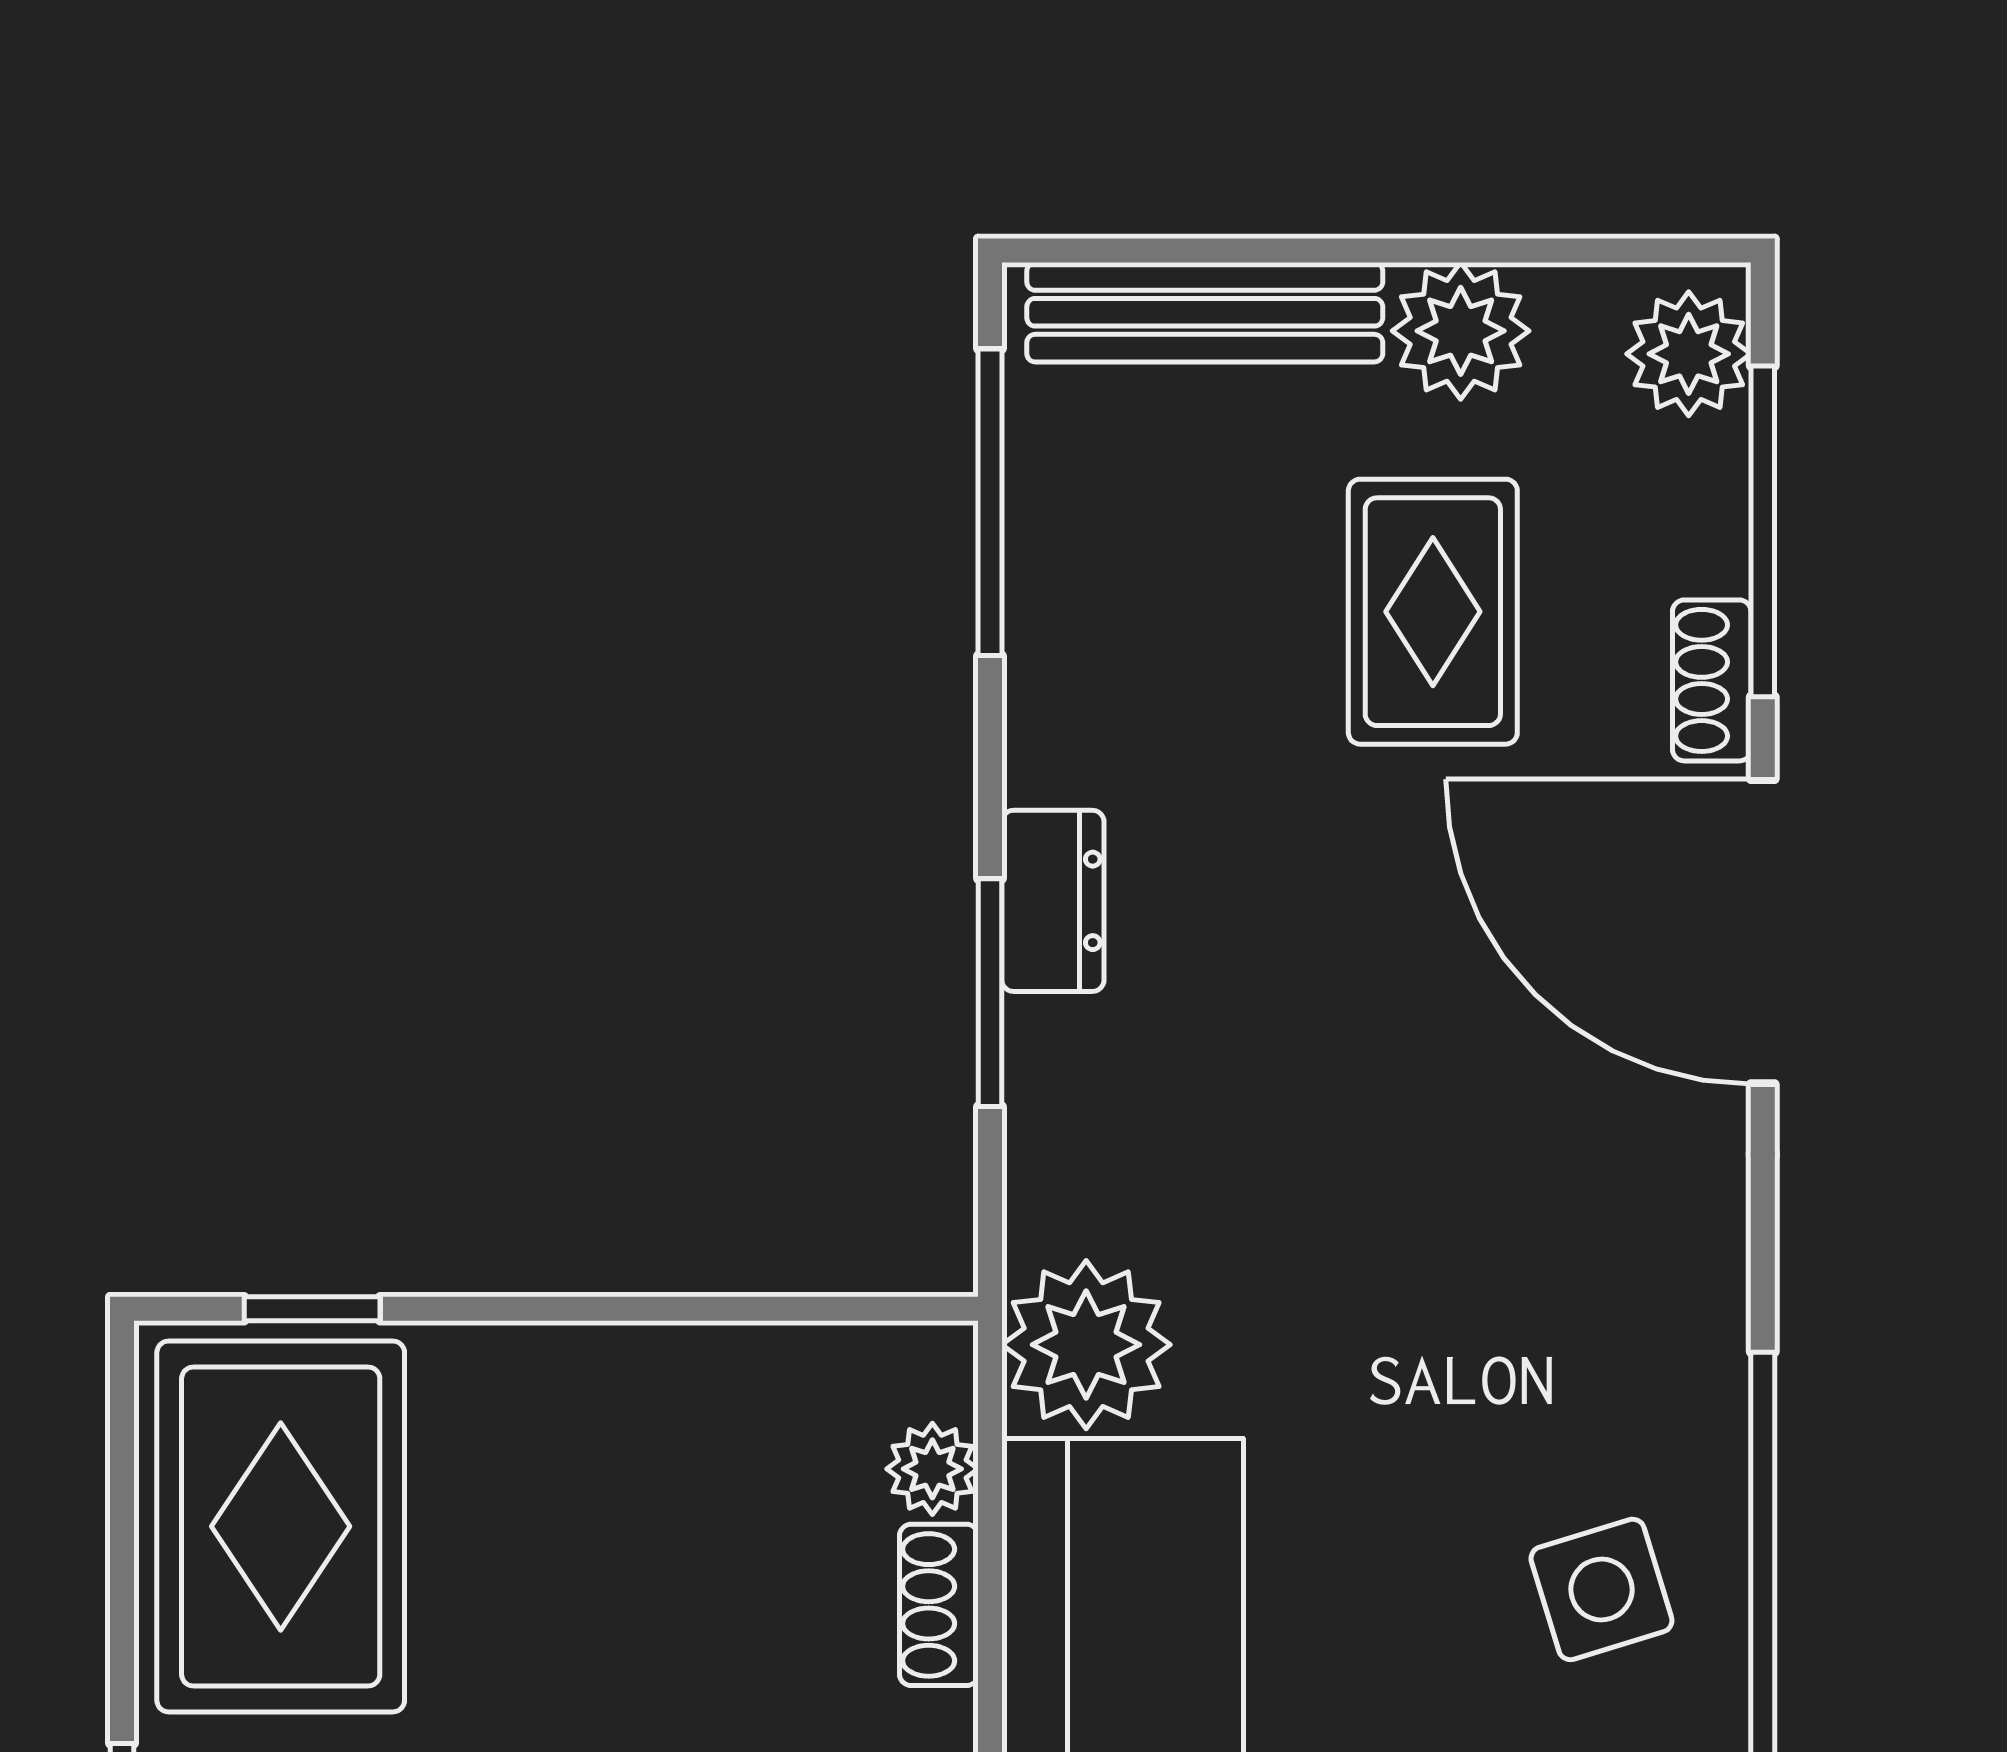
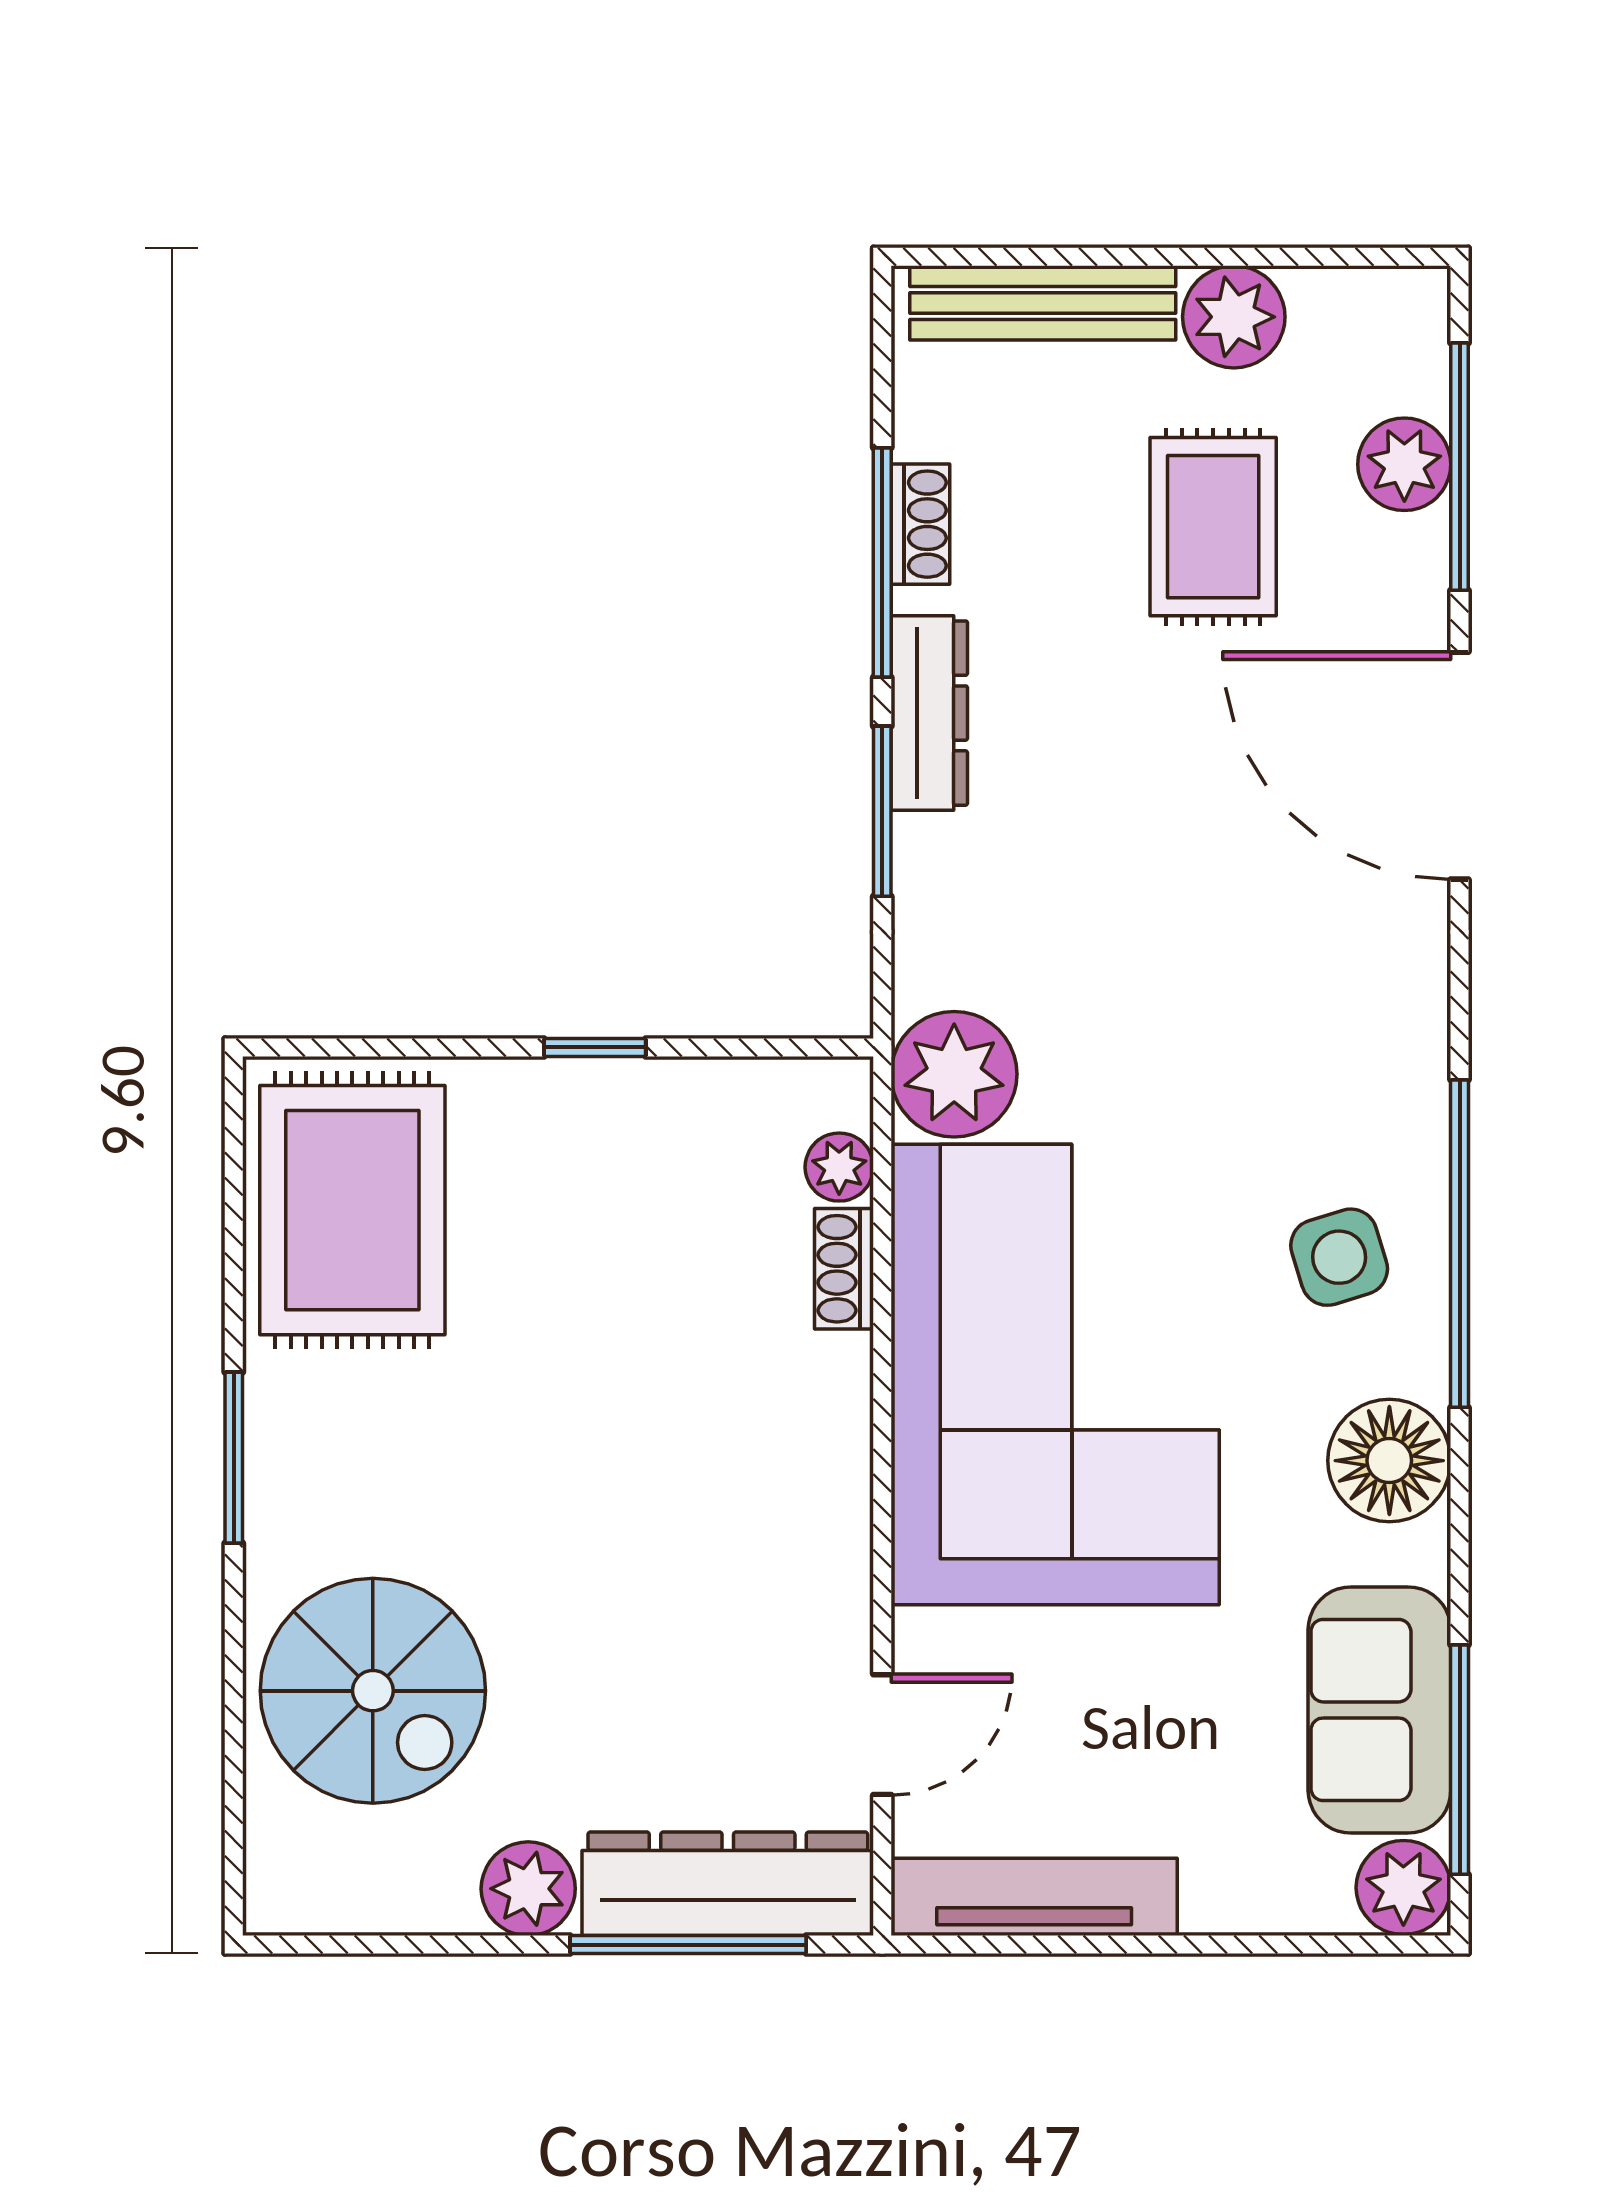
plant: (1689, 354) -> (1404, 464), moved
window: (990, 502) -> (882, 562), moved
shoe rack: (1712, 680) -> (920, 524), moved, turned 180
dresser: (1053, 901) -> (929, 713), width x1.44
window: (312, 1309) -> (595, 1047), moved

